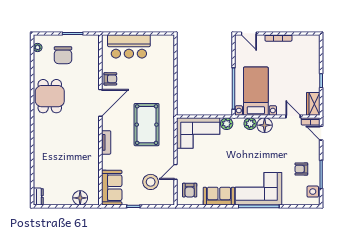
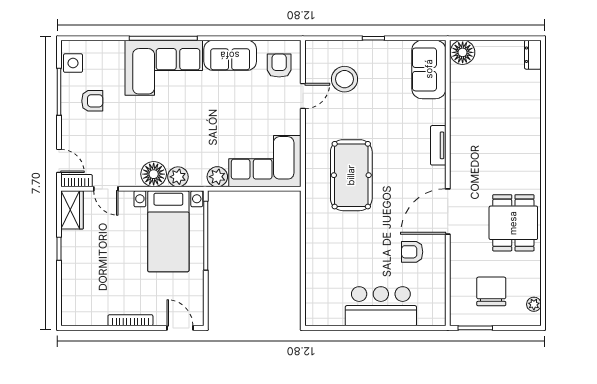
door: (100, 103) -> (448, 211), moved
wall: (100, 120) -> (448, 183), moved
tv unit: (106, 142) -> (438, 145), moved
sofa: (112, 188) -> (429, 69), moved

